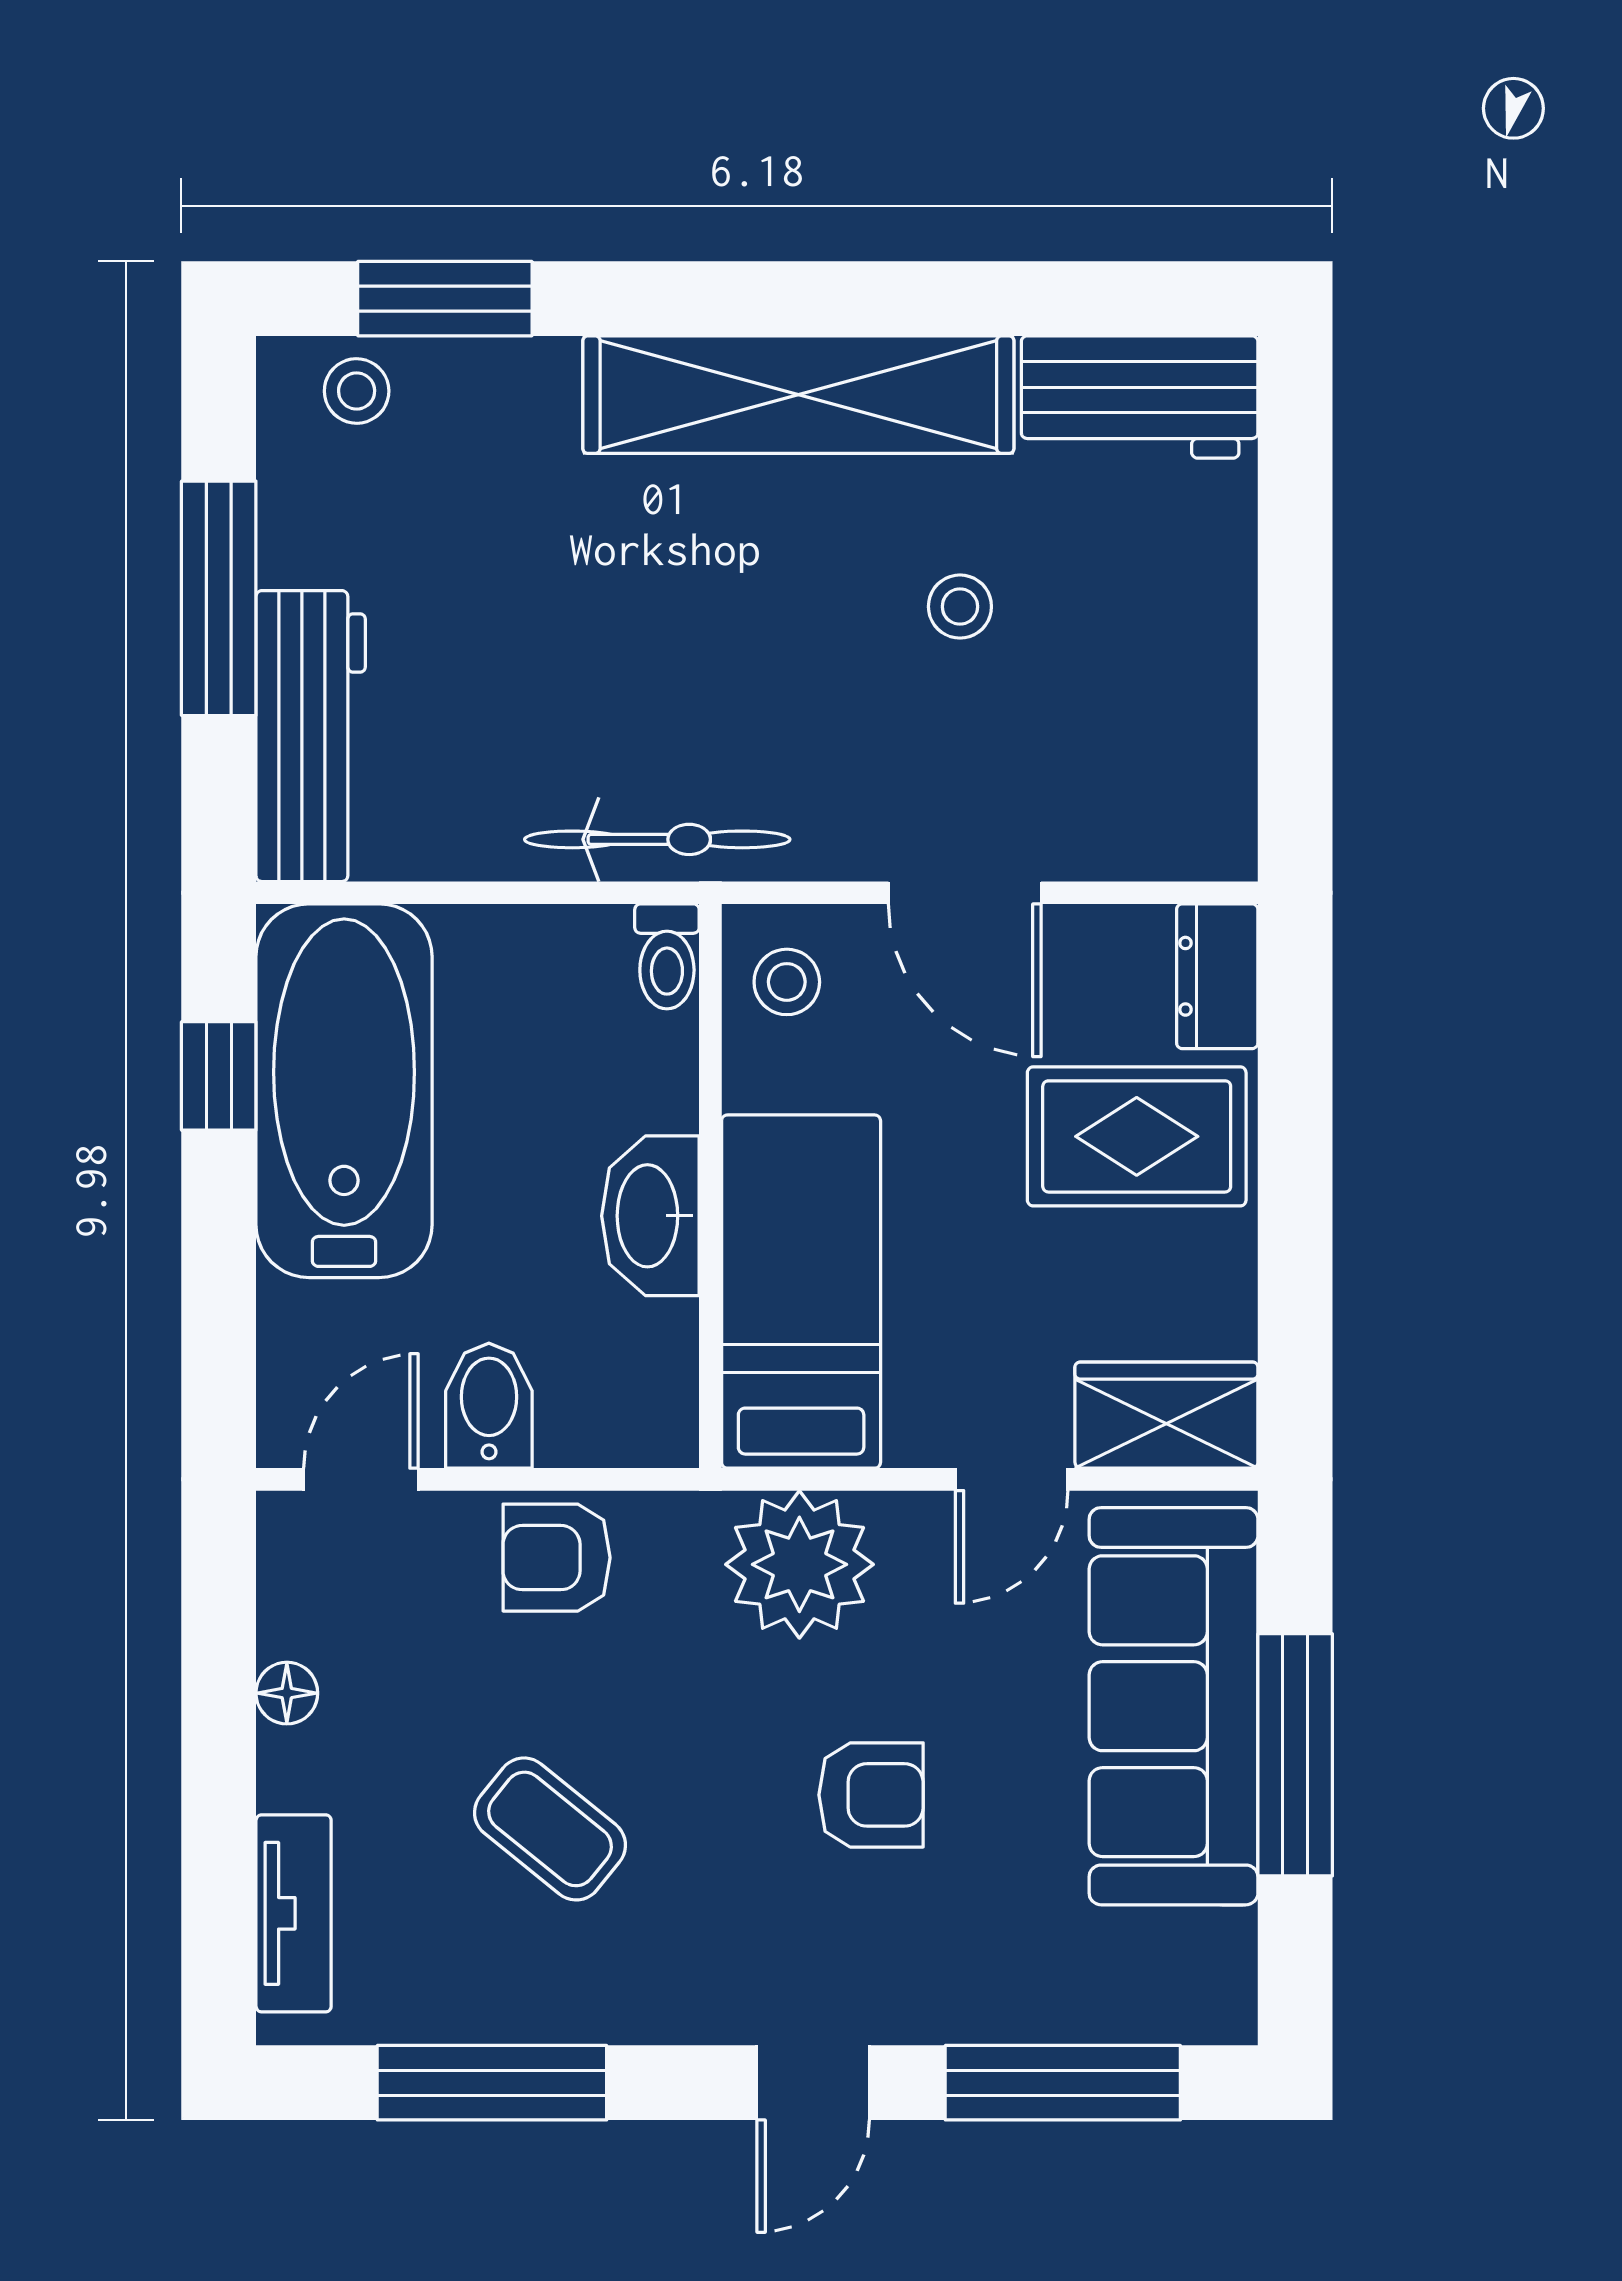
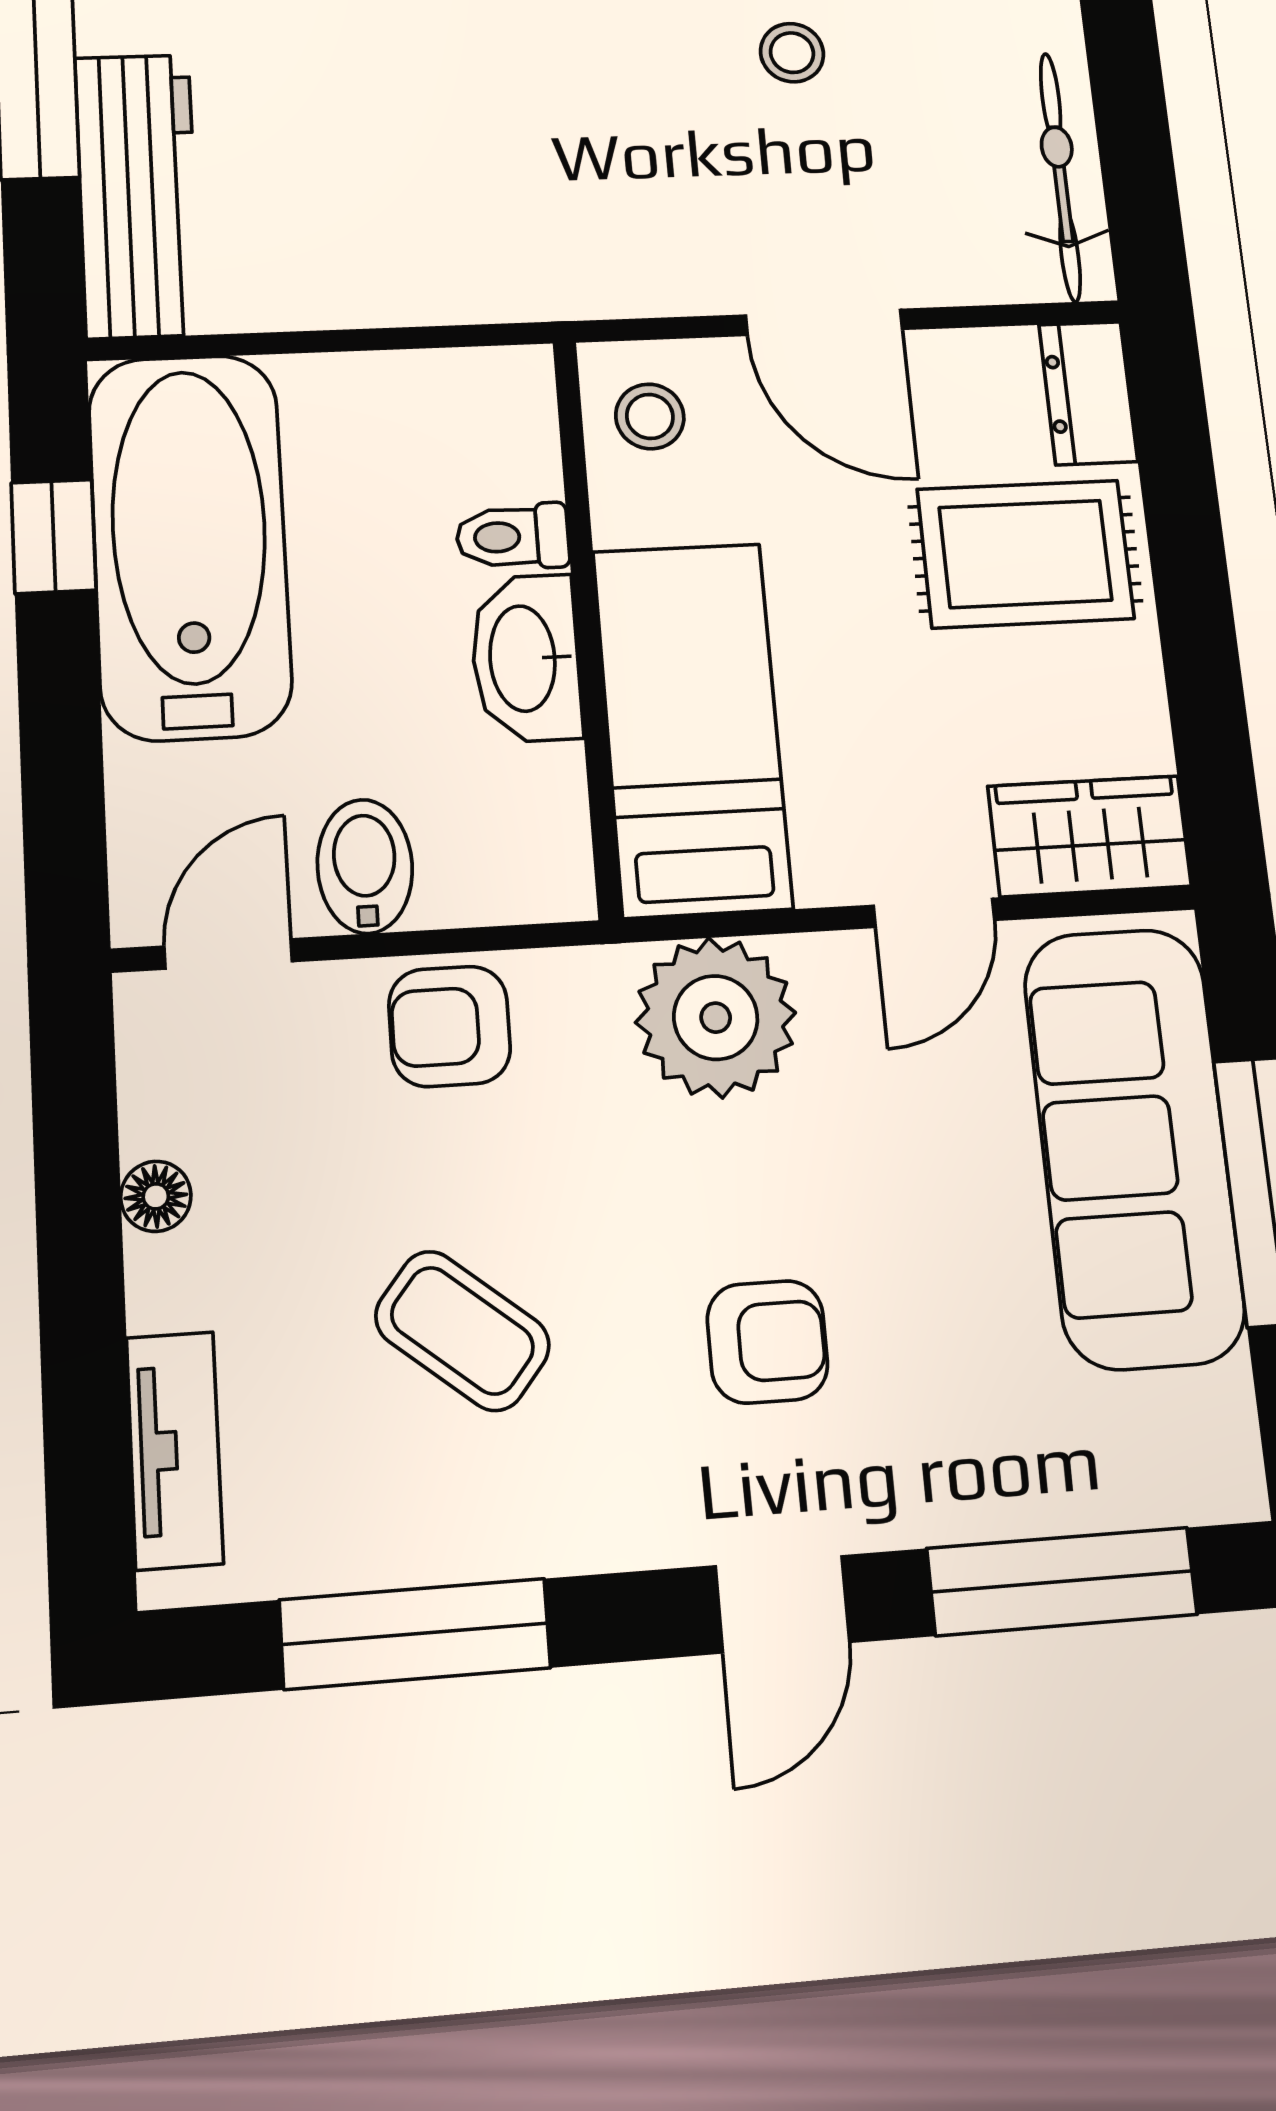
bicycle: (657, 839) -> (1060, 177), moved, turned -90
toilet: (667, 956) -> (513, 537), moved, turned 90
armchair: (871, 1795) -> (767, 1342), moved

